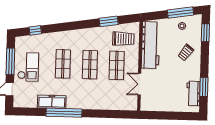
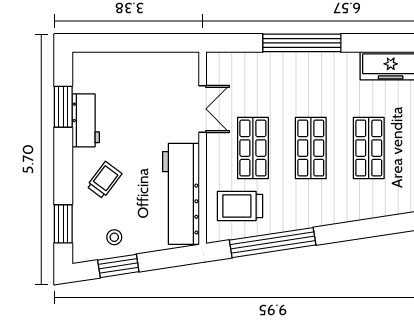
window: (180, 13) -> (118, 266), width x0.69
window: (109, 21) -> (273, 243), width x2.11
workbench: (193, 93) -> (86, 120), moved
window: (64, 113) -> (302, 43), moved

